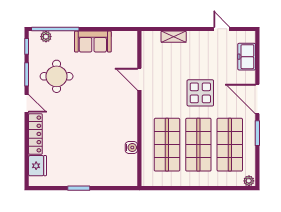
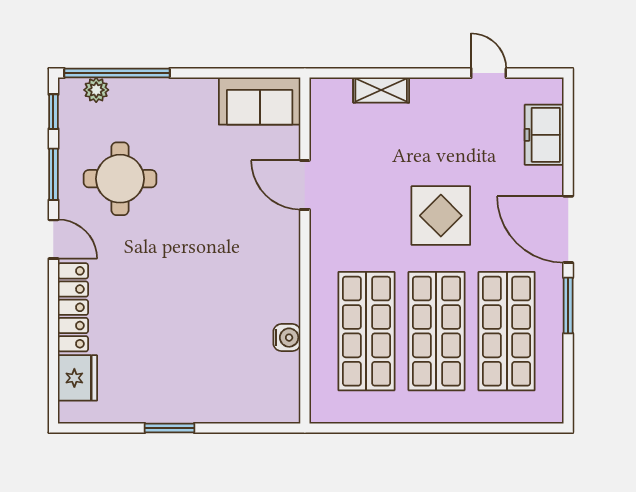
sofa: (93, 42) -> (260, 101), moved
plant: (249, 181) -> (549, 412), removed

